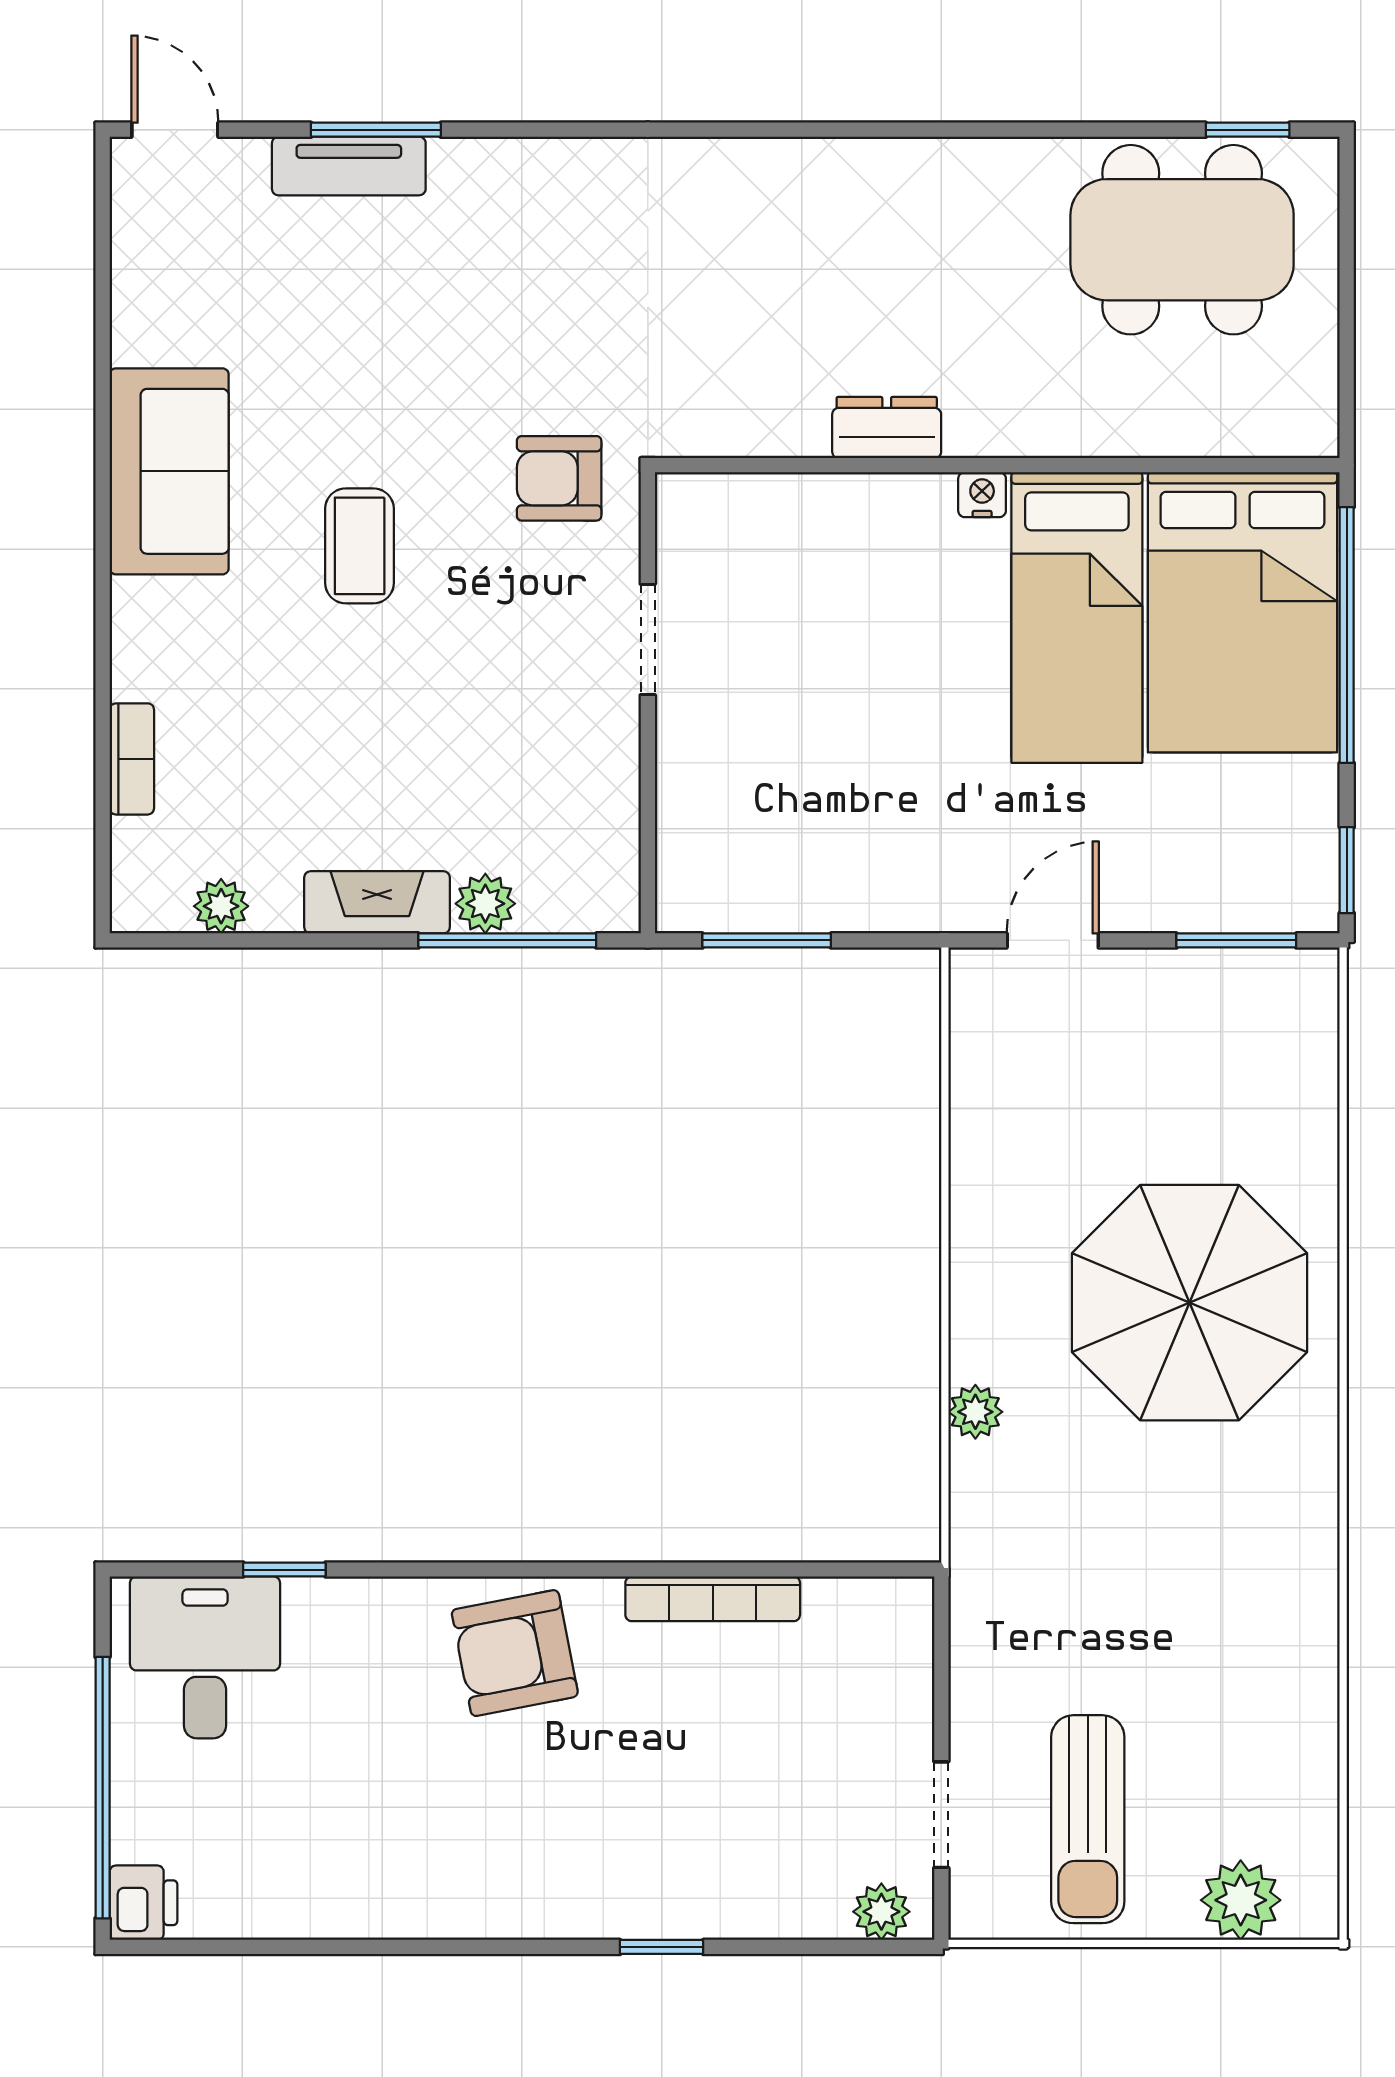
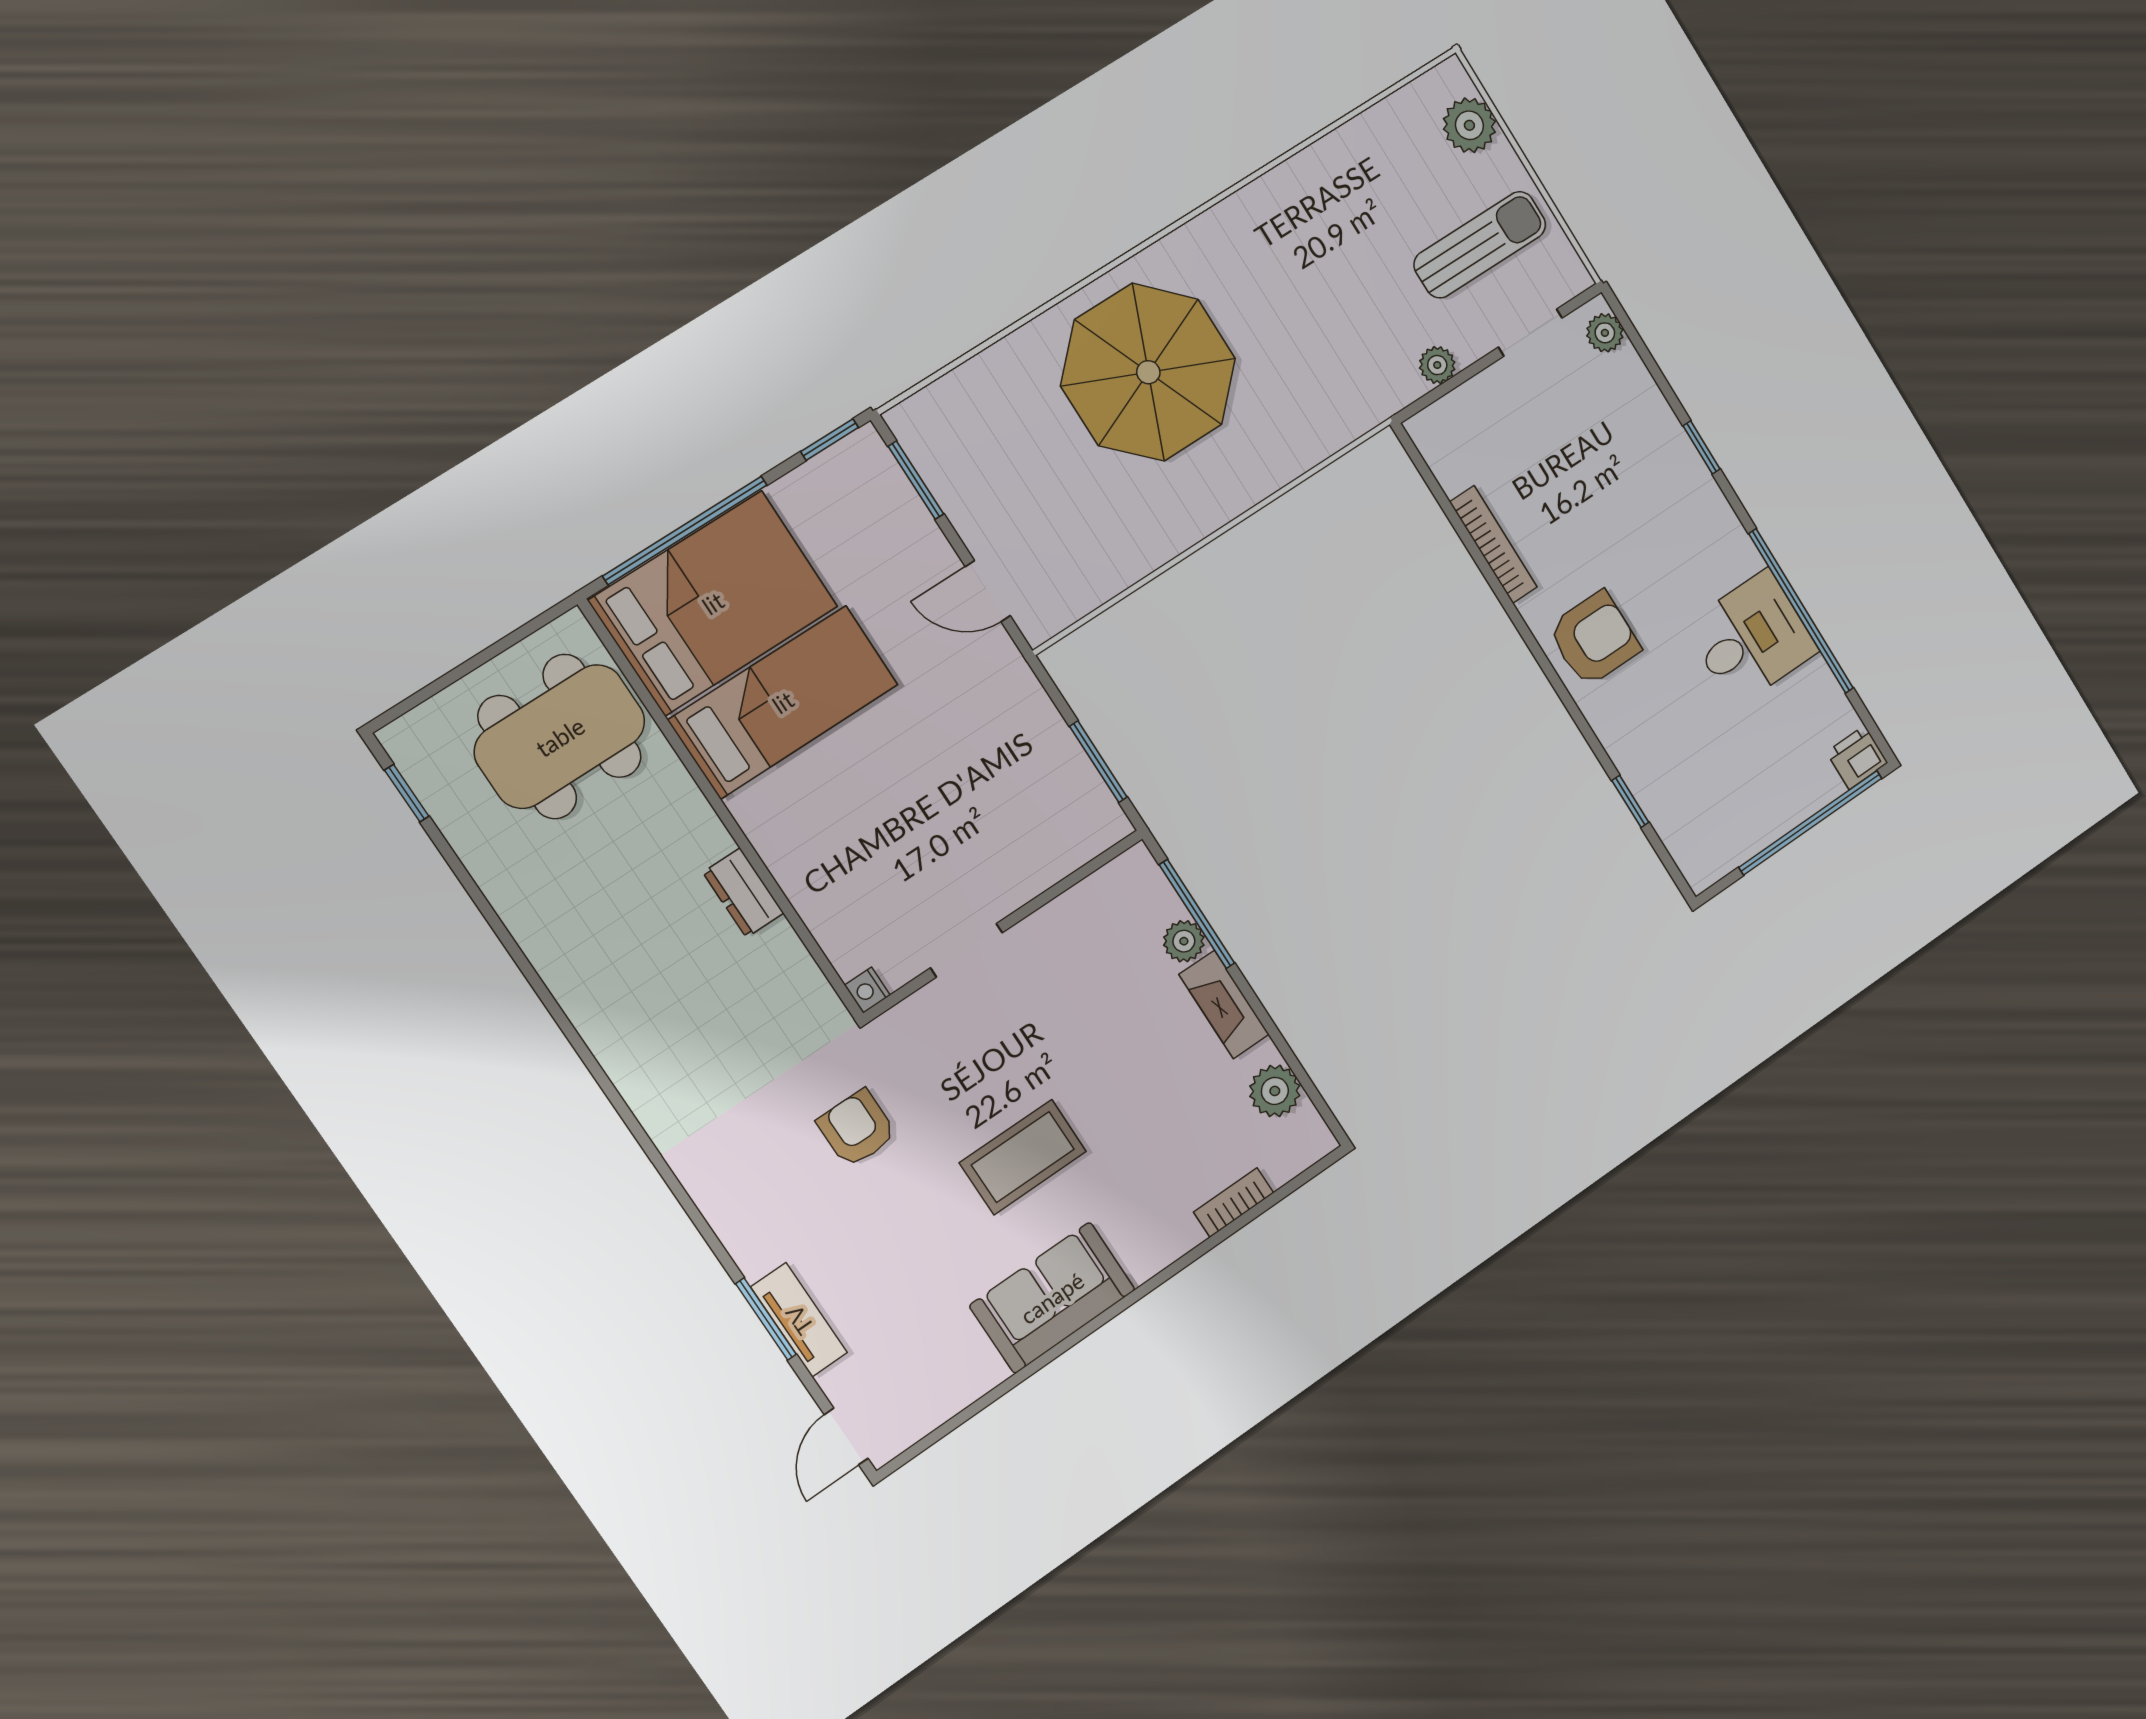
dining table: (1182, 240) -> (560, 737), moved, turned 90
armchair: (559, 478) -> (857, 1128), moved, turned 180
nightstand: (982, 495) -> (867, 990), moved
coffee table: (360, 546) -> (1023, 1157), width x1.36, depth x1.30
plant: (221, 906) -> (1275, 1091), width x1.38, depth x1.38
plant: (975, 1412) -> (1437, 365), moved
armchair: (515, 1653) -> (1594, 639), turned -79
desk: (205, 1657) -> (1751, 638), moved, turned 180
window: (375, 1947) -> (1801, 611), added

